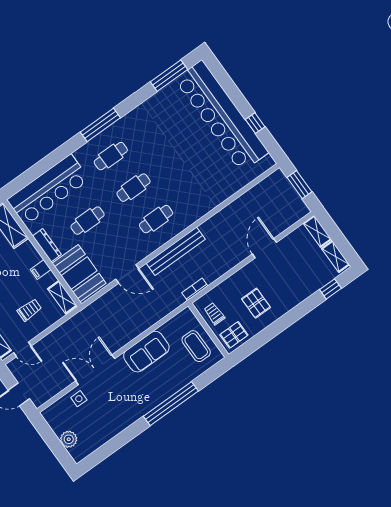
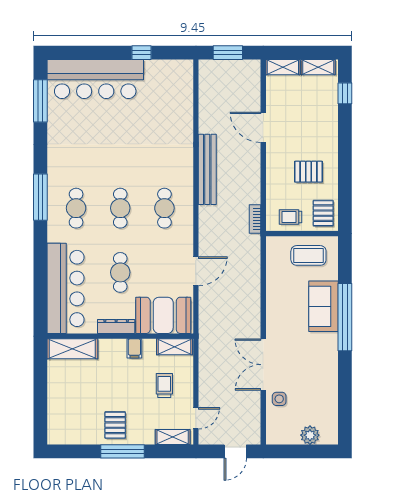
bar counter: (222, 116) -> (95, 79), width x0.73
bench: (176, 251) -> (207, 169), moved
sofa: (146, 352) -> (323, 306), moved, turned 180

